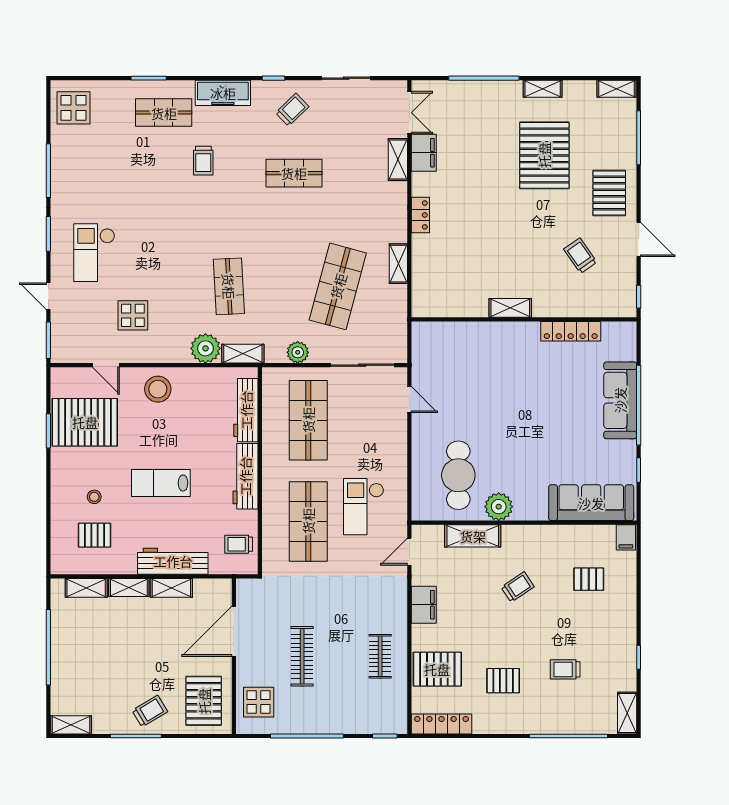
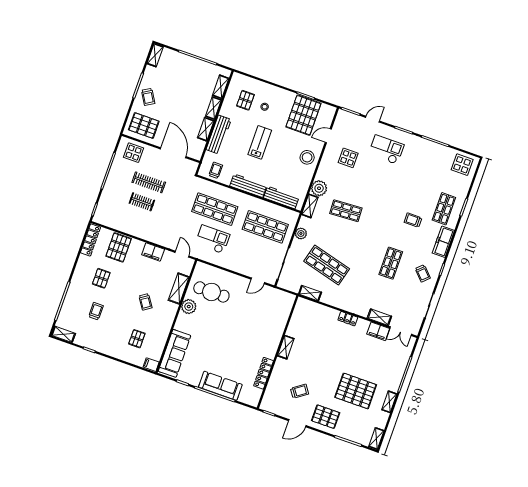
shelving: (398, 264) -> (310, 293), moved
clothes rail: (380, 656) -> (142, 202), moved

